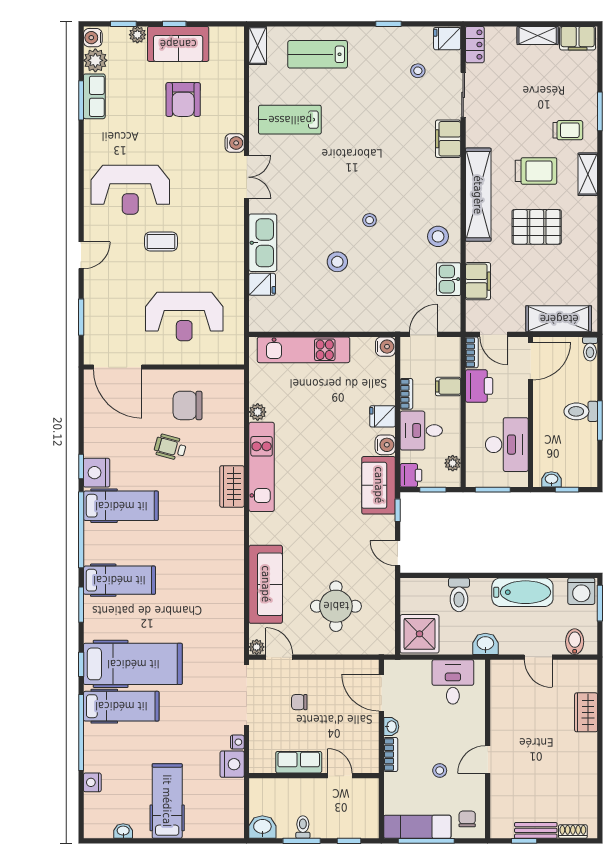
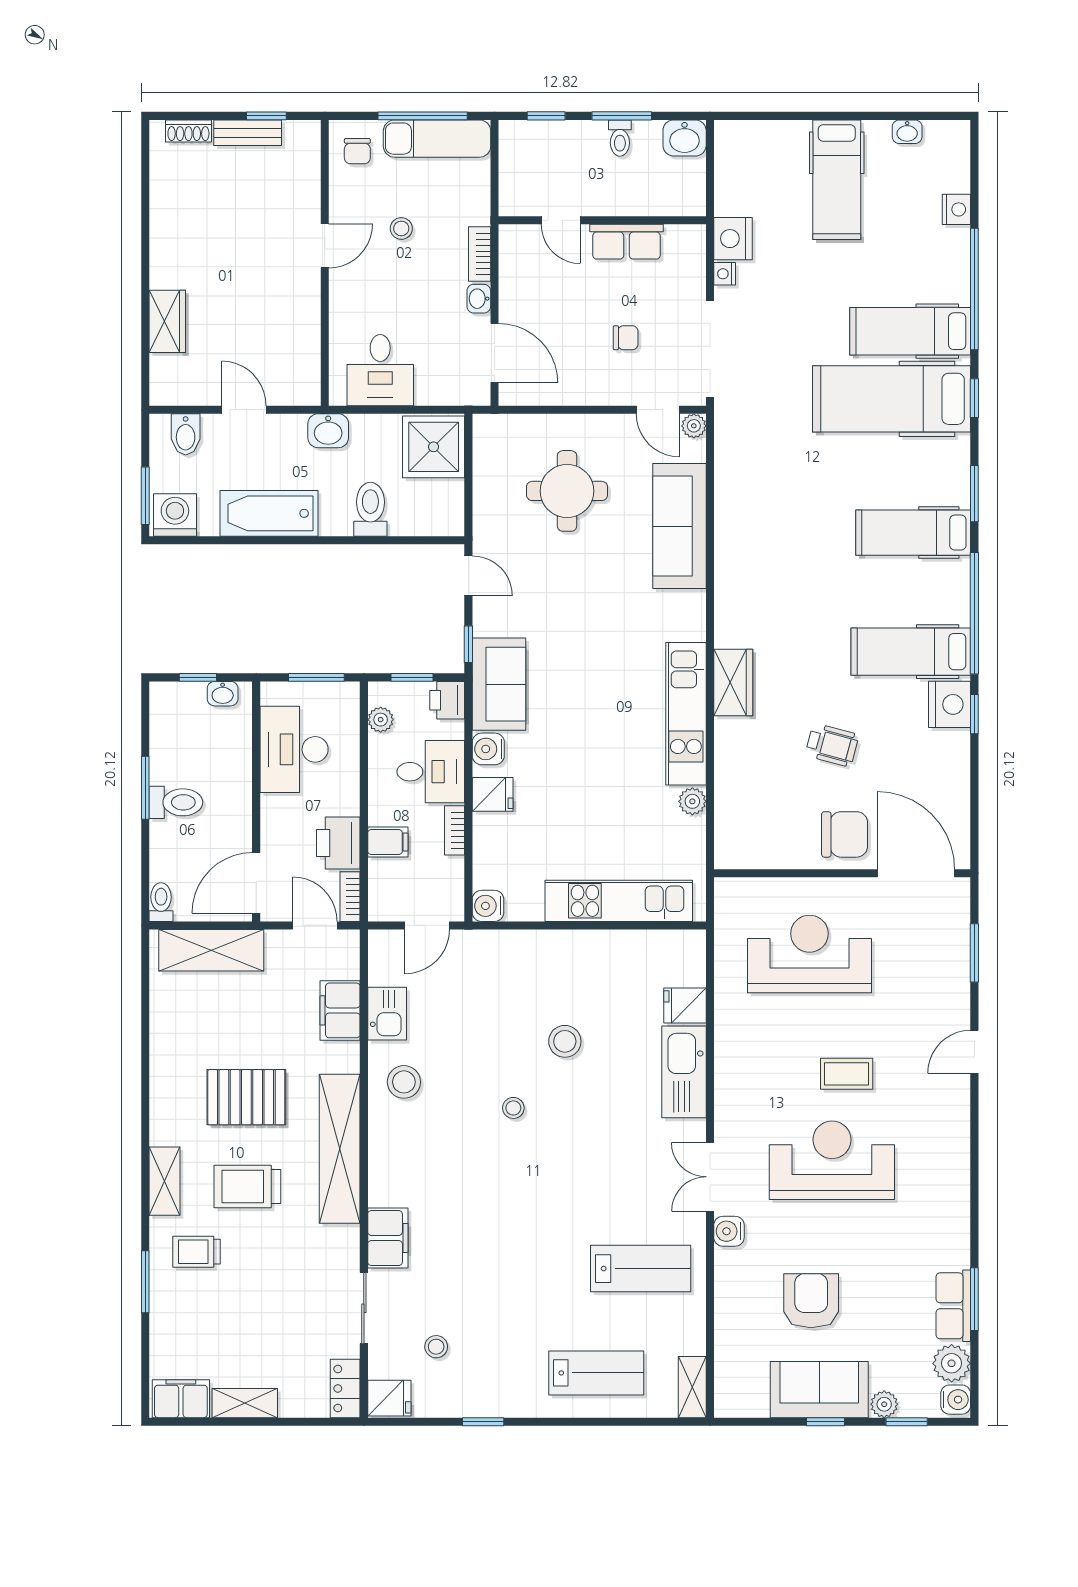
reception desk: (130, 190) -> (832, 1160), moved
chair: (187, 405) -> (845, 834), moved

